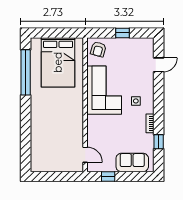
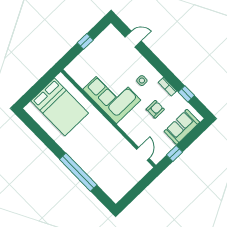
armchair: (98, 49) -> (155, 109), moved, turned -105
door: (159, 65) -> (133, 39), hinge flipped
window: (26, 72) -> (78, 172), moved
door: (85, 155) -> (143, 154), hinge flipped

